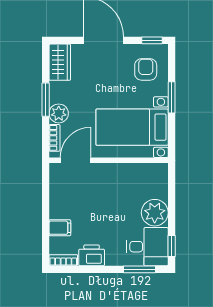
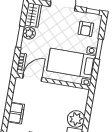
armchair: (146, 69) -> (86, 29), turned 180
plant: (59, 113) -> (29, 33), moved
filing cabinet: (60, 228) -> (16, 113), width x2.00

